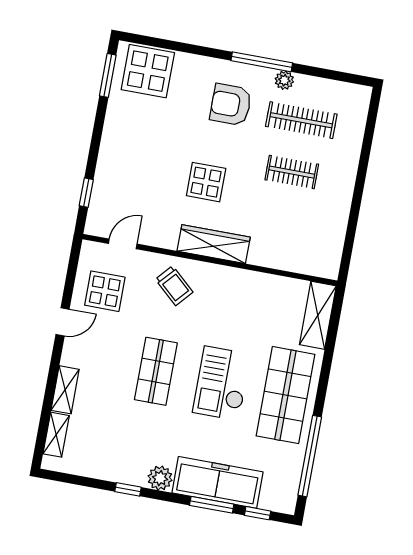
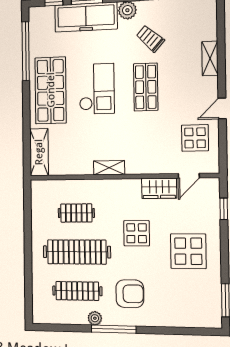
display table: (148, 71) -> (188, 251), moved
clothes rail: (292, 172) -> (77, 252), width x1.86, depth x1.31
clothes rail: (282, 224) -> (76, 213), added
wardrobe: (214, 244) -> (159, 188), moved, width x0.67
trolley: (174, 286) -> (150, 39), moved
shelving: (56, 435) -> (109, 168), moved, turned 90

